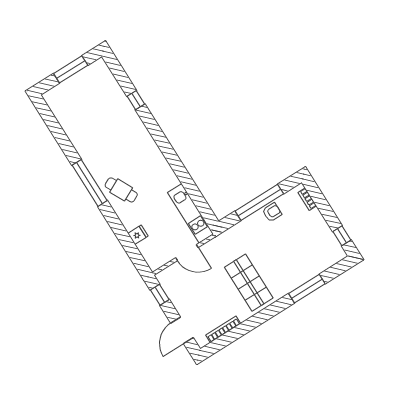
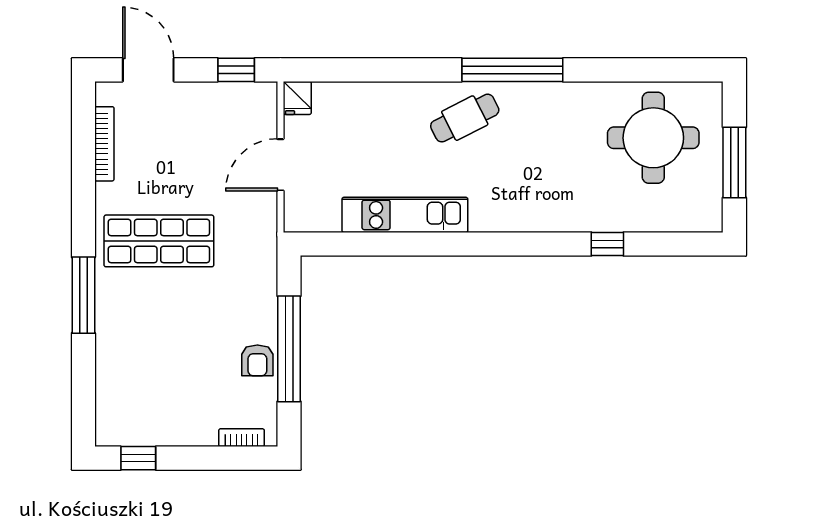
round table: (81, 109) -> (653, 138), added
kitchen unit: (191, 213) -> (405, 215), moved
fridge: (138, 235) -> (297, 98), moved
window: (307, 289) -> (83, 295), moved

